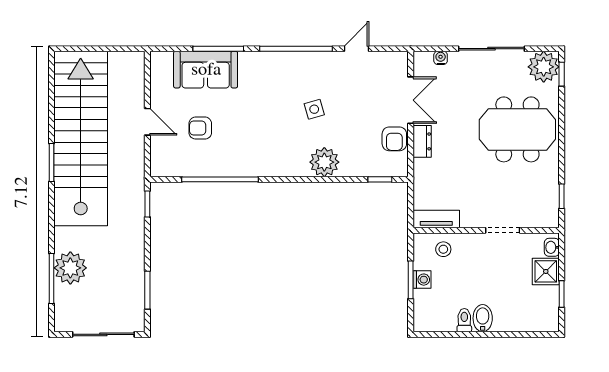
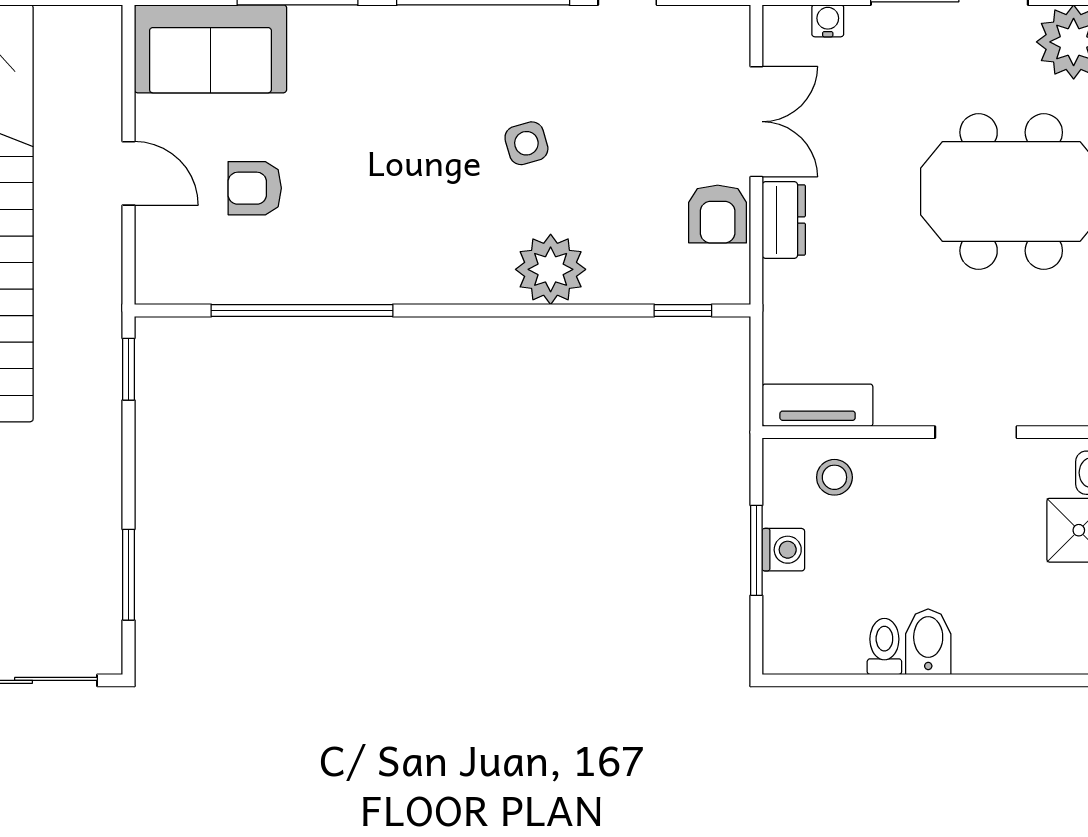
sofa: (206, 70) -> (210, 49), moved

